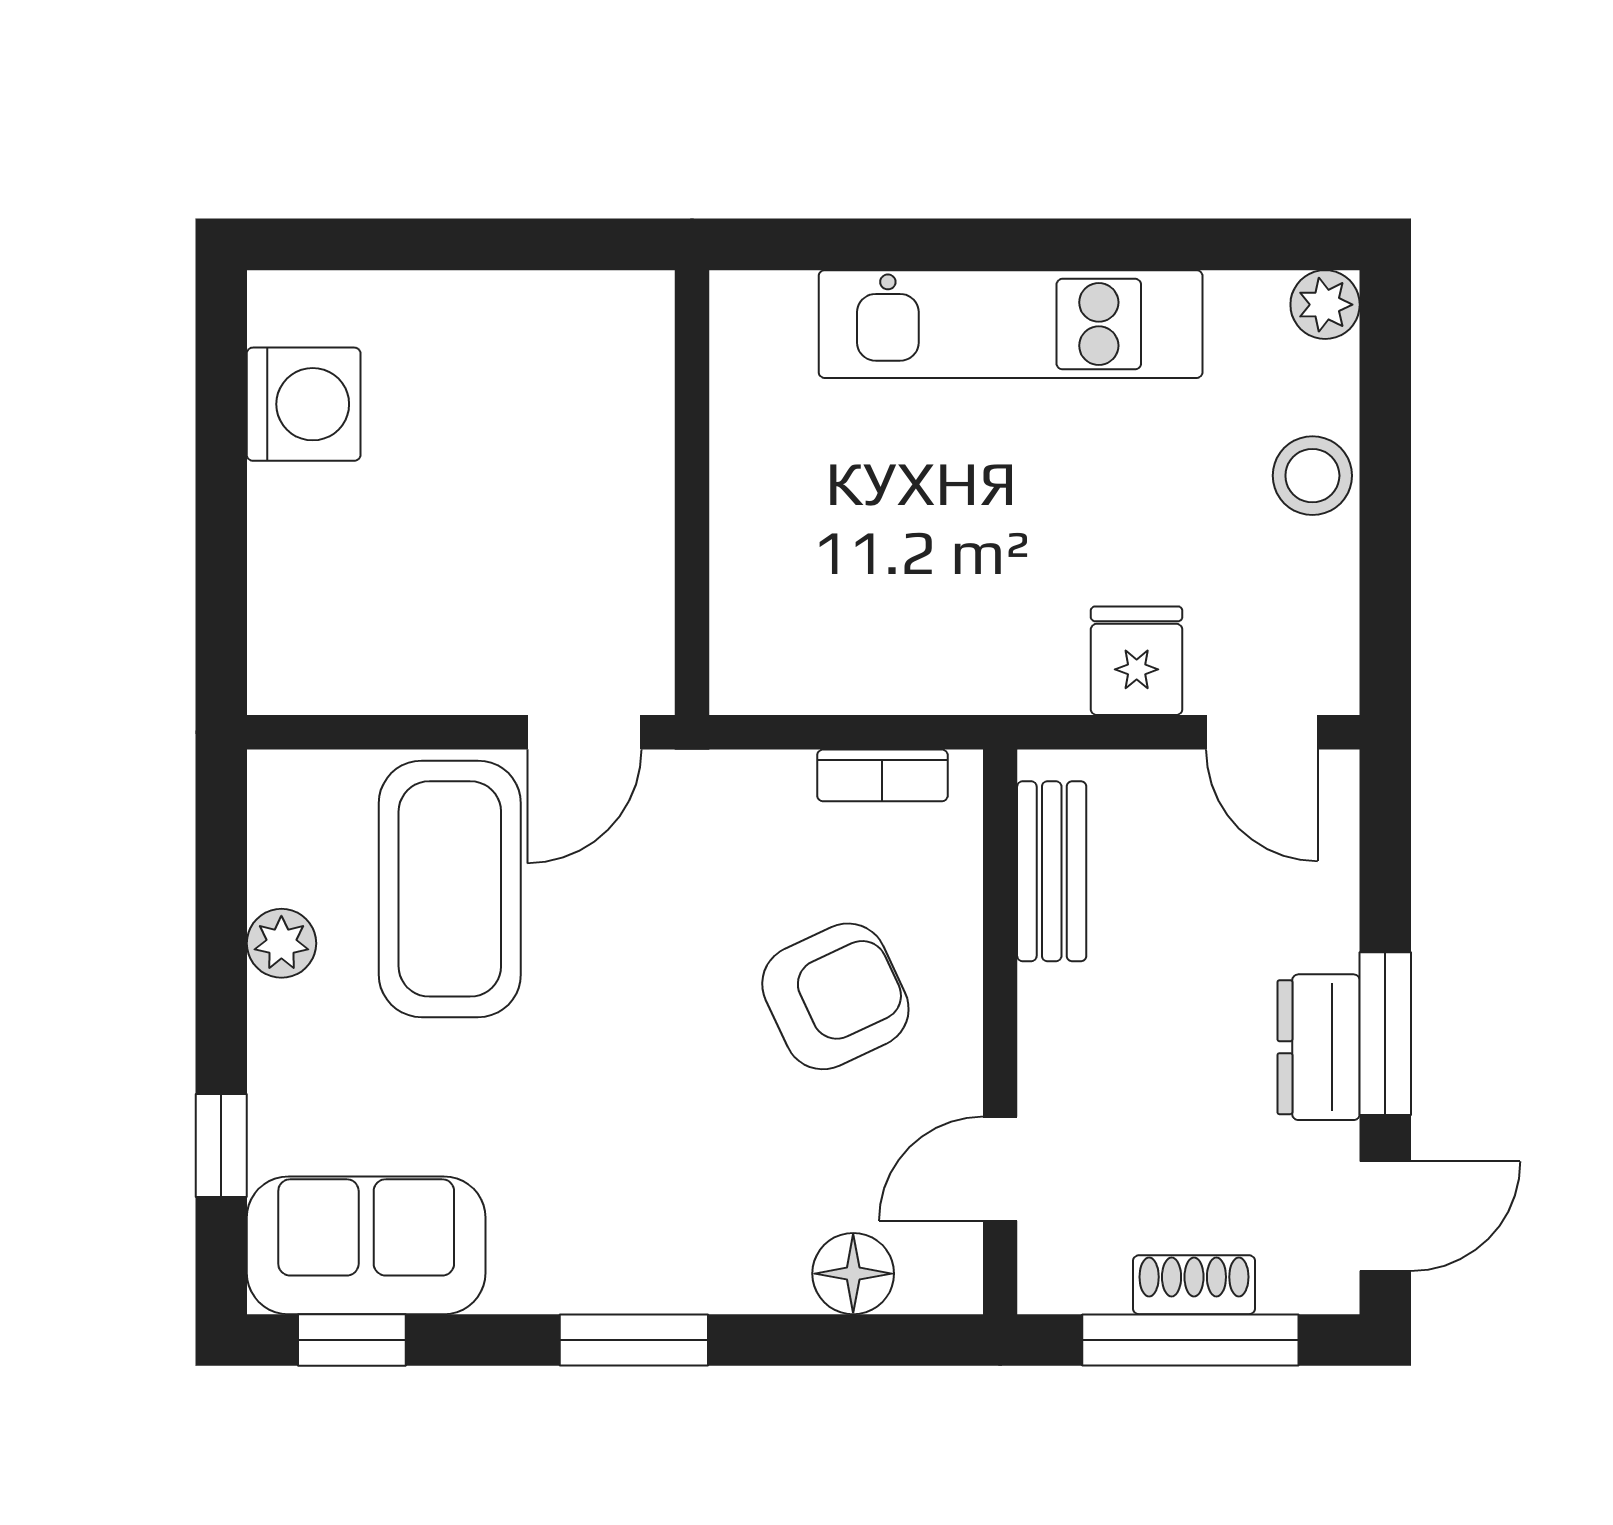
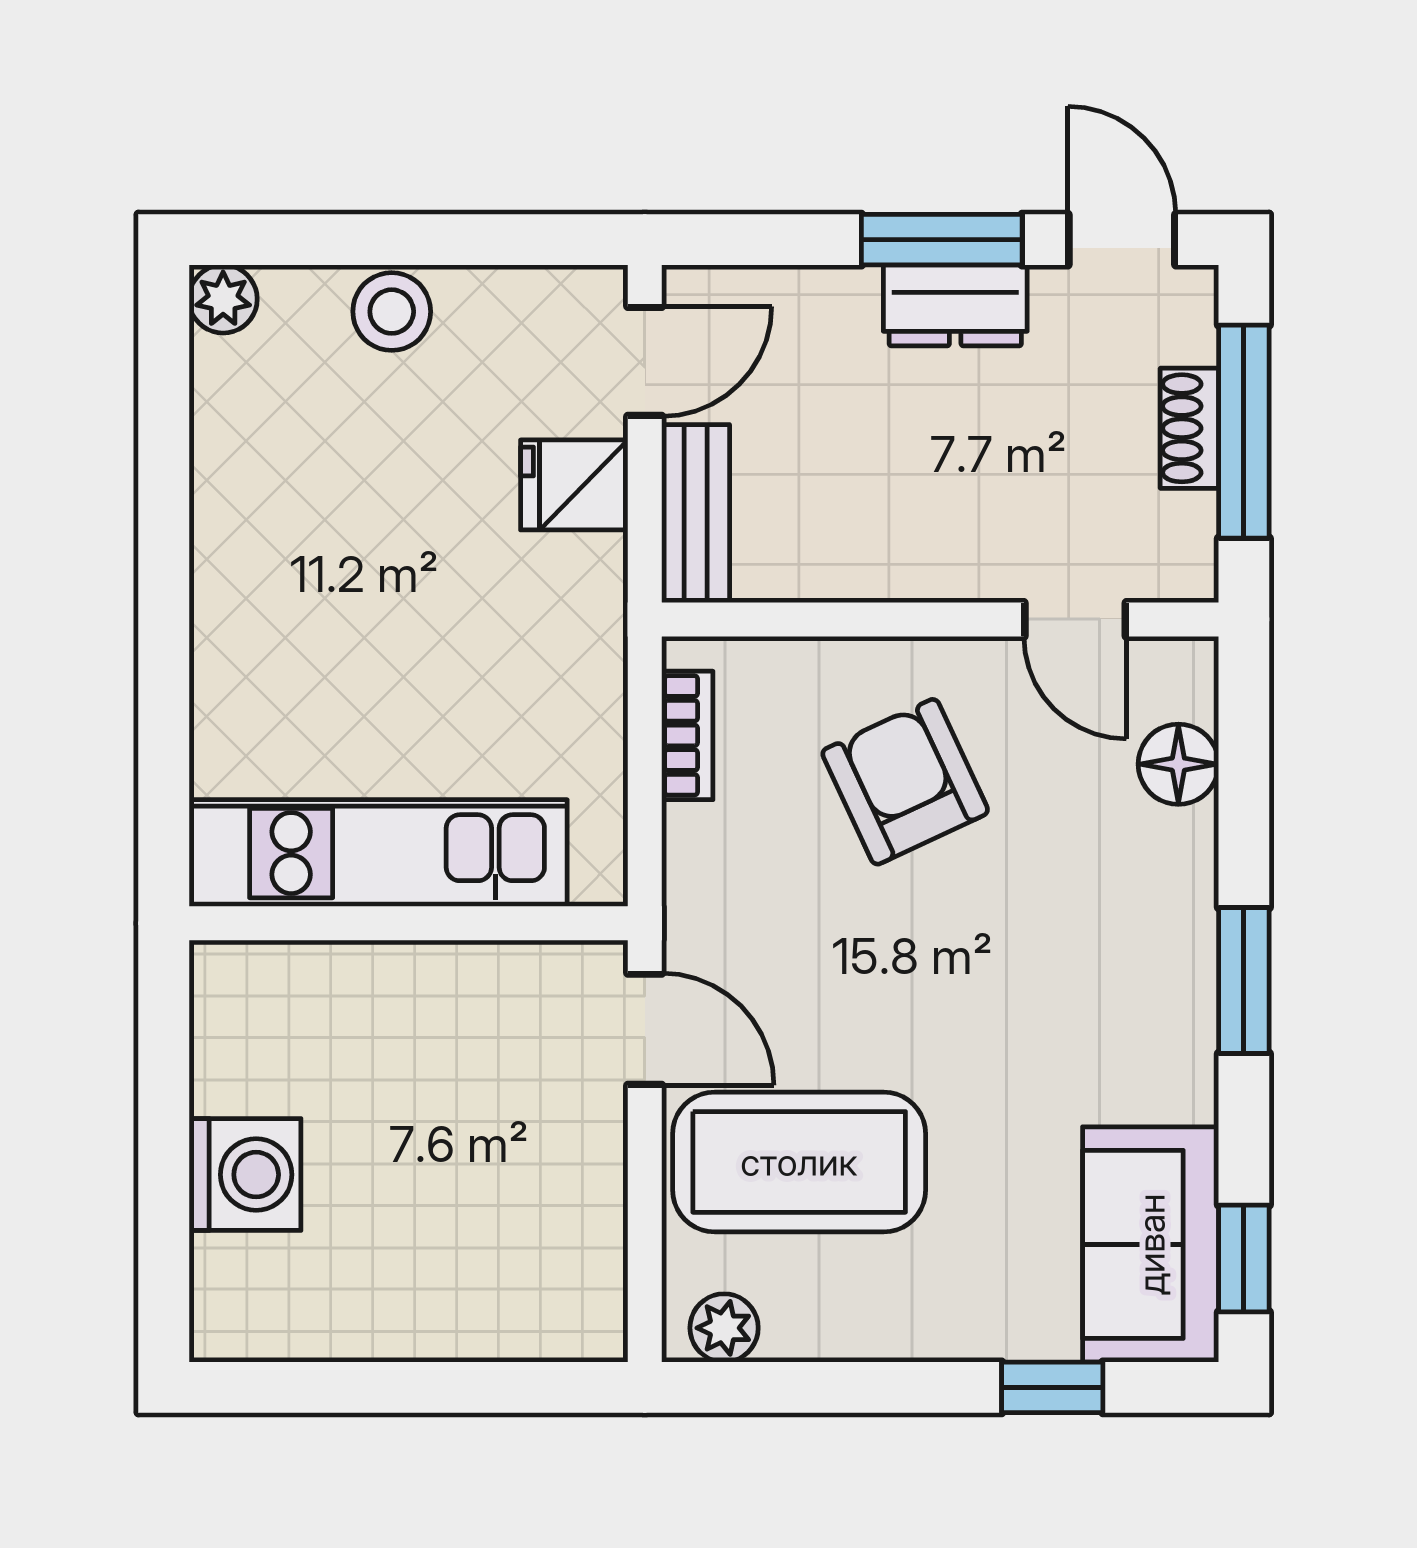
kitchen unit: (1011, 324) -> (378, 853), moved, turned -90
washing machine: (304, 404) -> (245, 1175), moved, turned 90
bench: (1052, 871) -> (696, 514), moved, turned 90
plant: (281, 943) -> (724, 1328), moved

